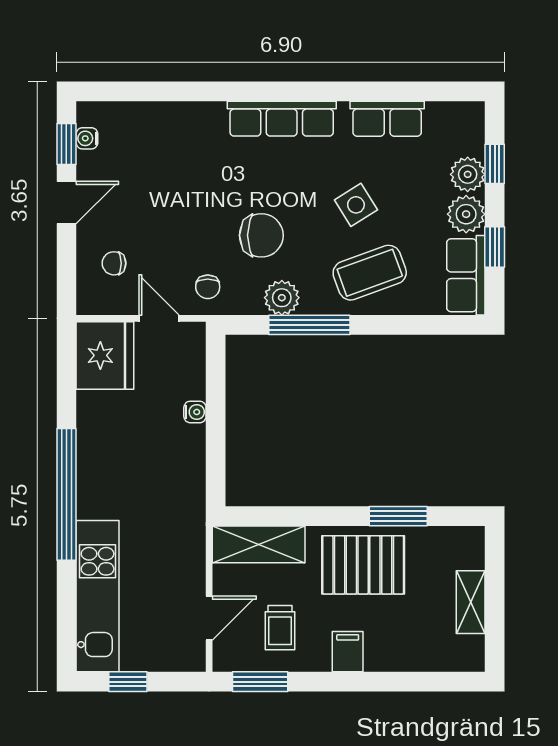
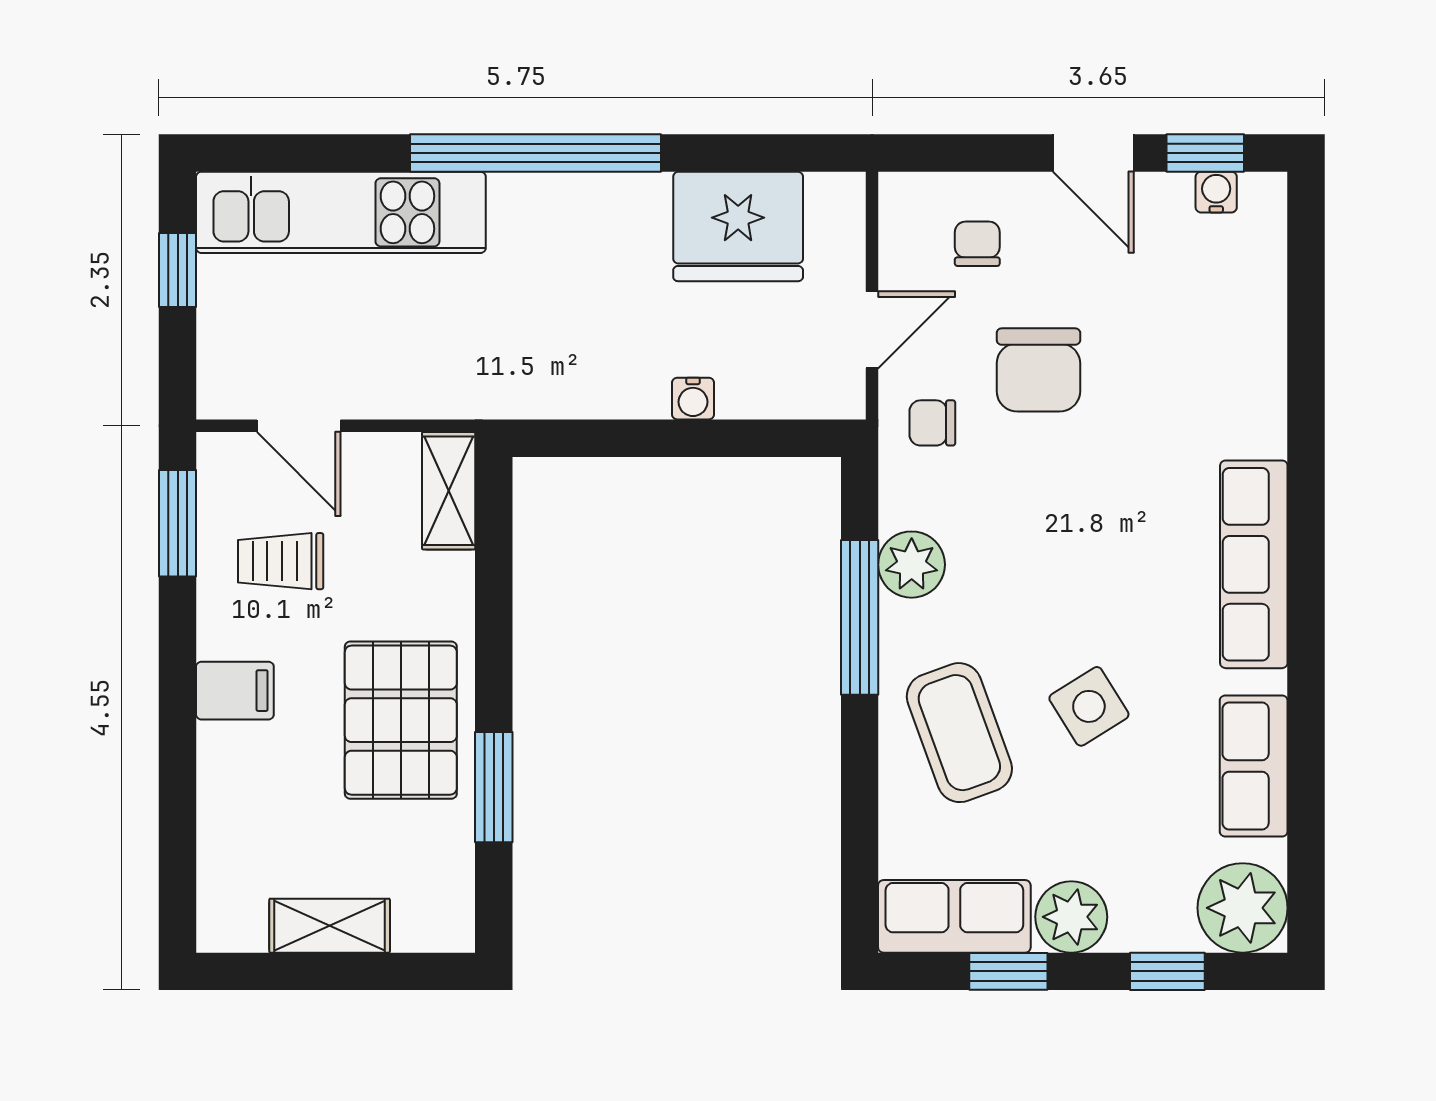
plant: (468, 174) -> (1243, 908), moved, width x1.36, depth x1.36
chair: (261, 235) -> (1038, 370), moved
fridge: (105, 355) -> (738, 226), moved
shelving: (259, 544) -> (449, 491), width x0.67, depth x0.75

